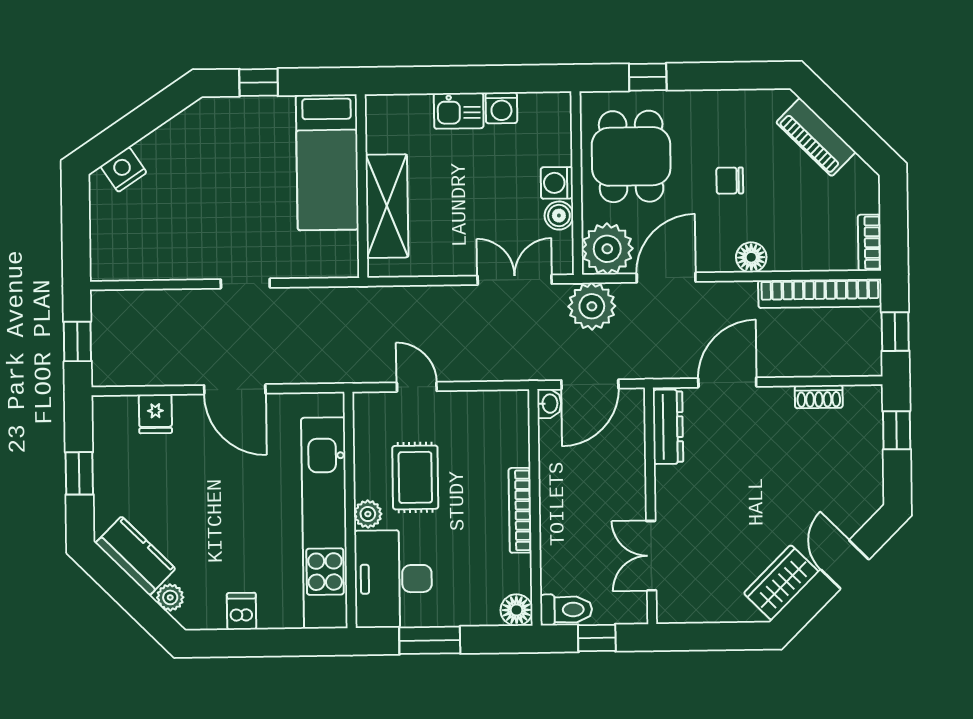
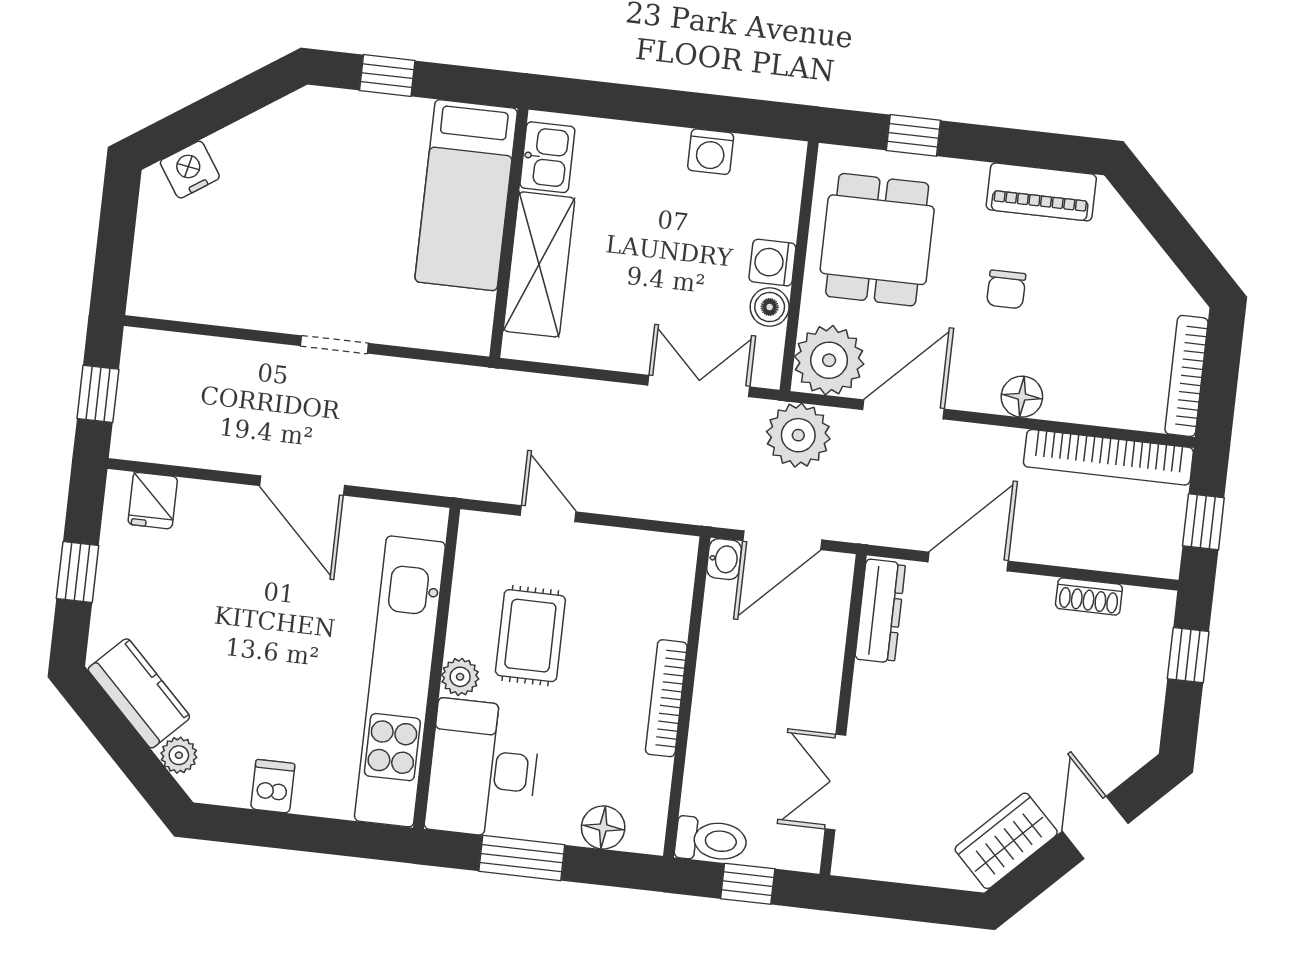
kitchen sink: (459, 111) -> (547, 157), moved, turned -90
piano: (816, 137) -> (1041, 192), moved, turned -45
chair: (730, 181) -> (1006, 289), turned -90
bookcase: (869, 243) -> (1186, 376), width x1.56
fridge: (155, 414) -> (153, 501), moved
floor lamp: (517, 610) -> (603, 827), moved

